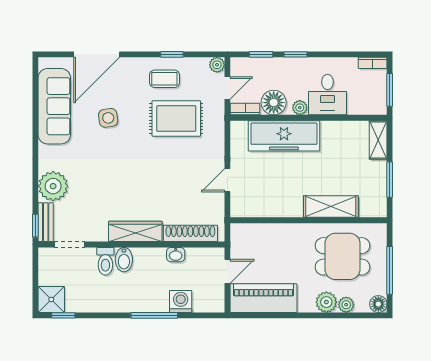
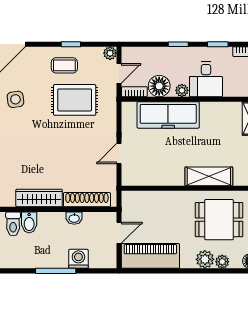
window: (261, 54) -> (218, 44), moved

